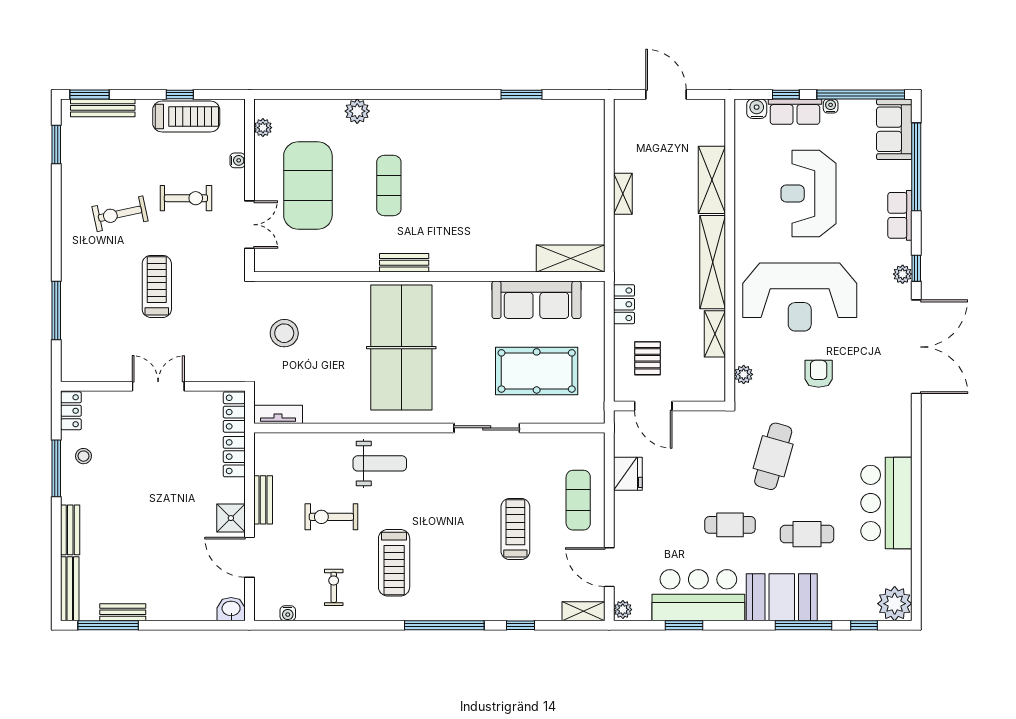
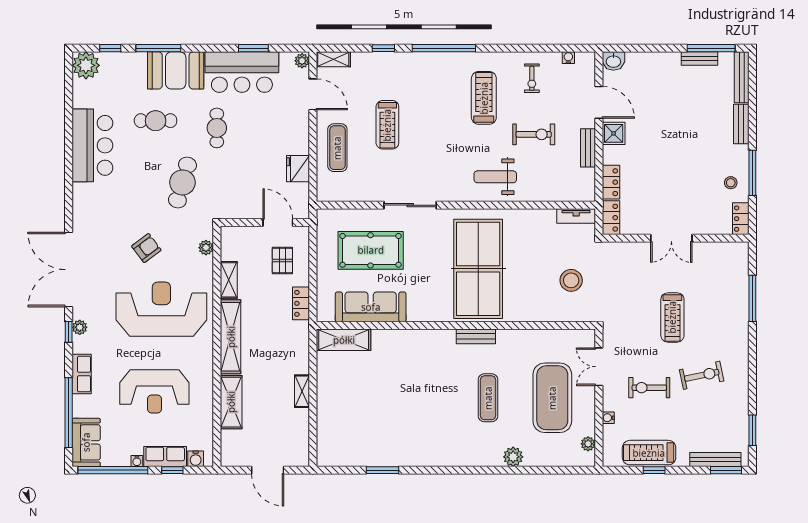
reception desk: (808, 193) -> (154, 391), turned 90
armchair: (819, 374) -> (146, 248), turned -127
cafe table: (730, 525) -> (217, 128), turned 90

